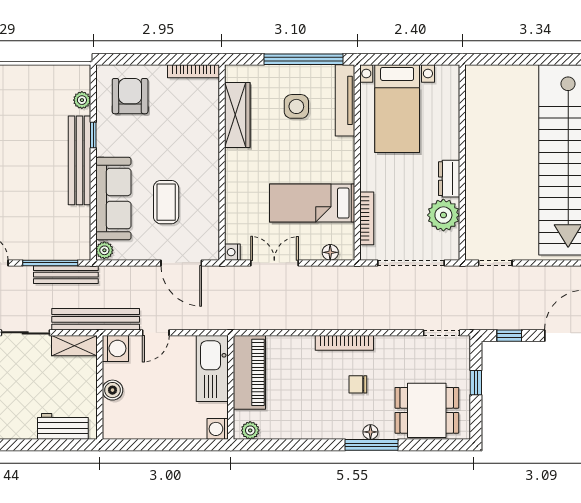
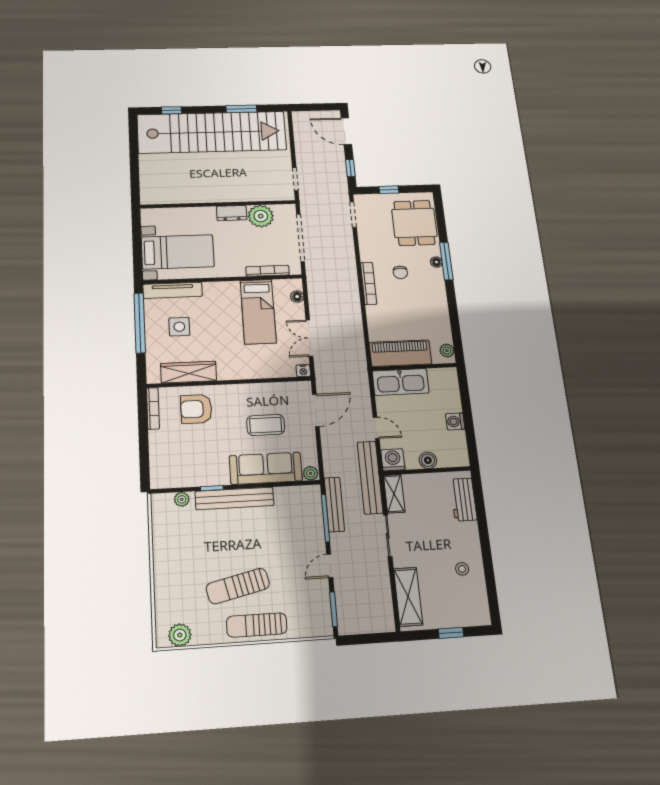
armchair: (130, 96) -> (196, 409), moved
washing machine: (218, 429) -> (455, 421), moved, turned 90

